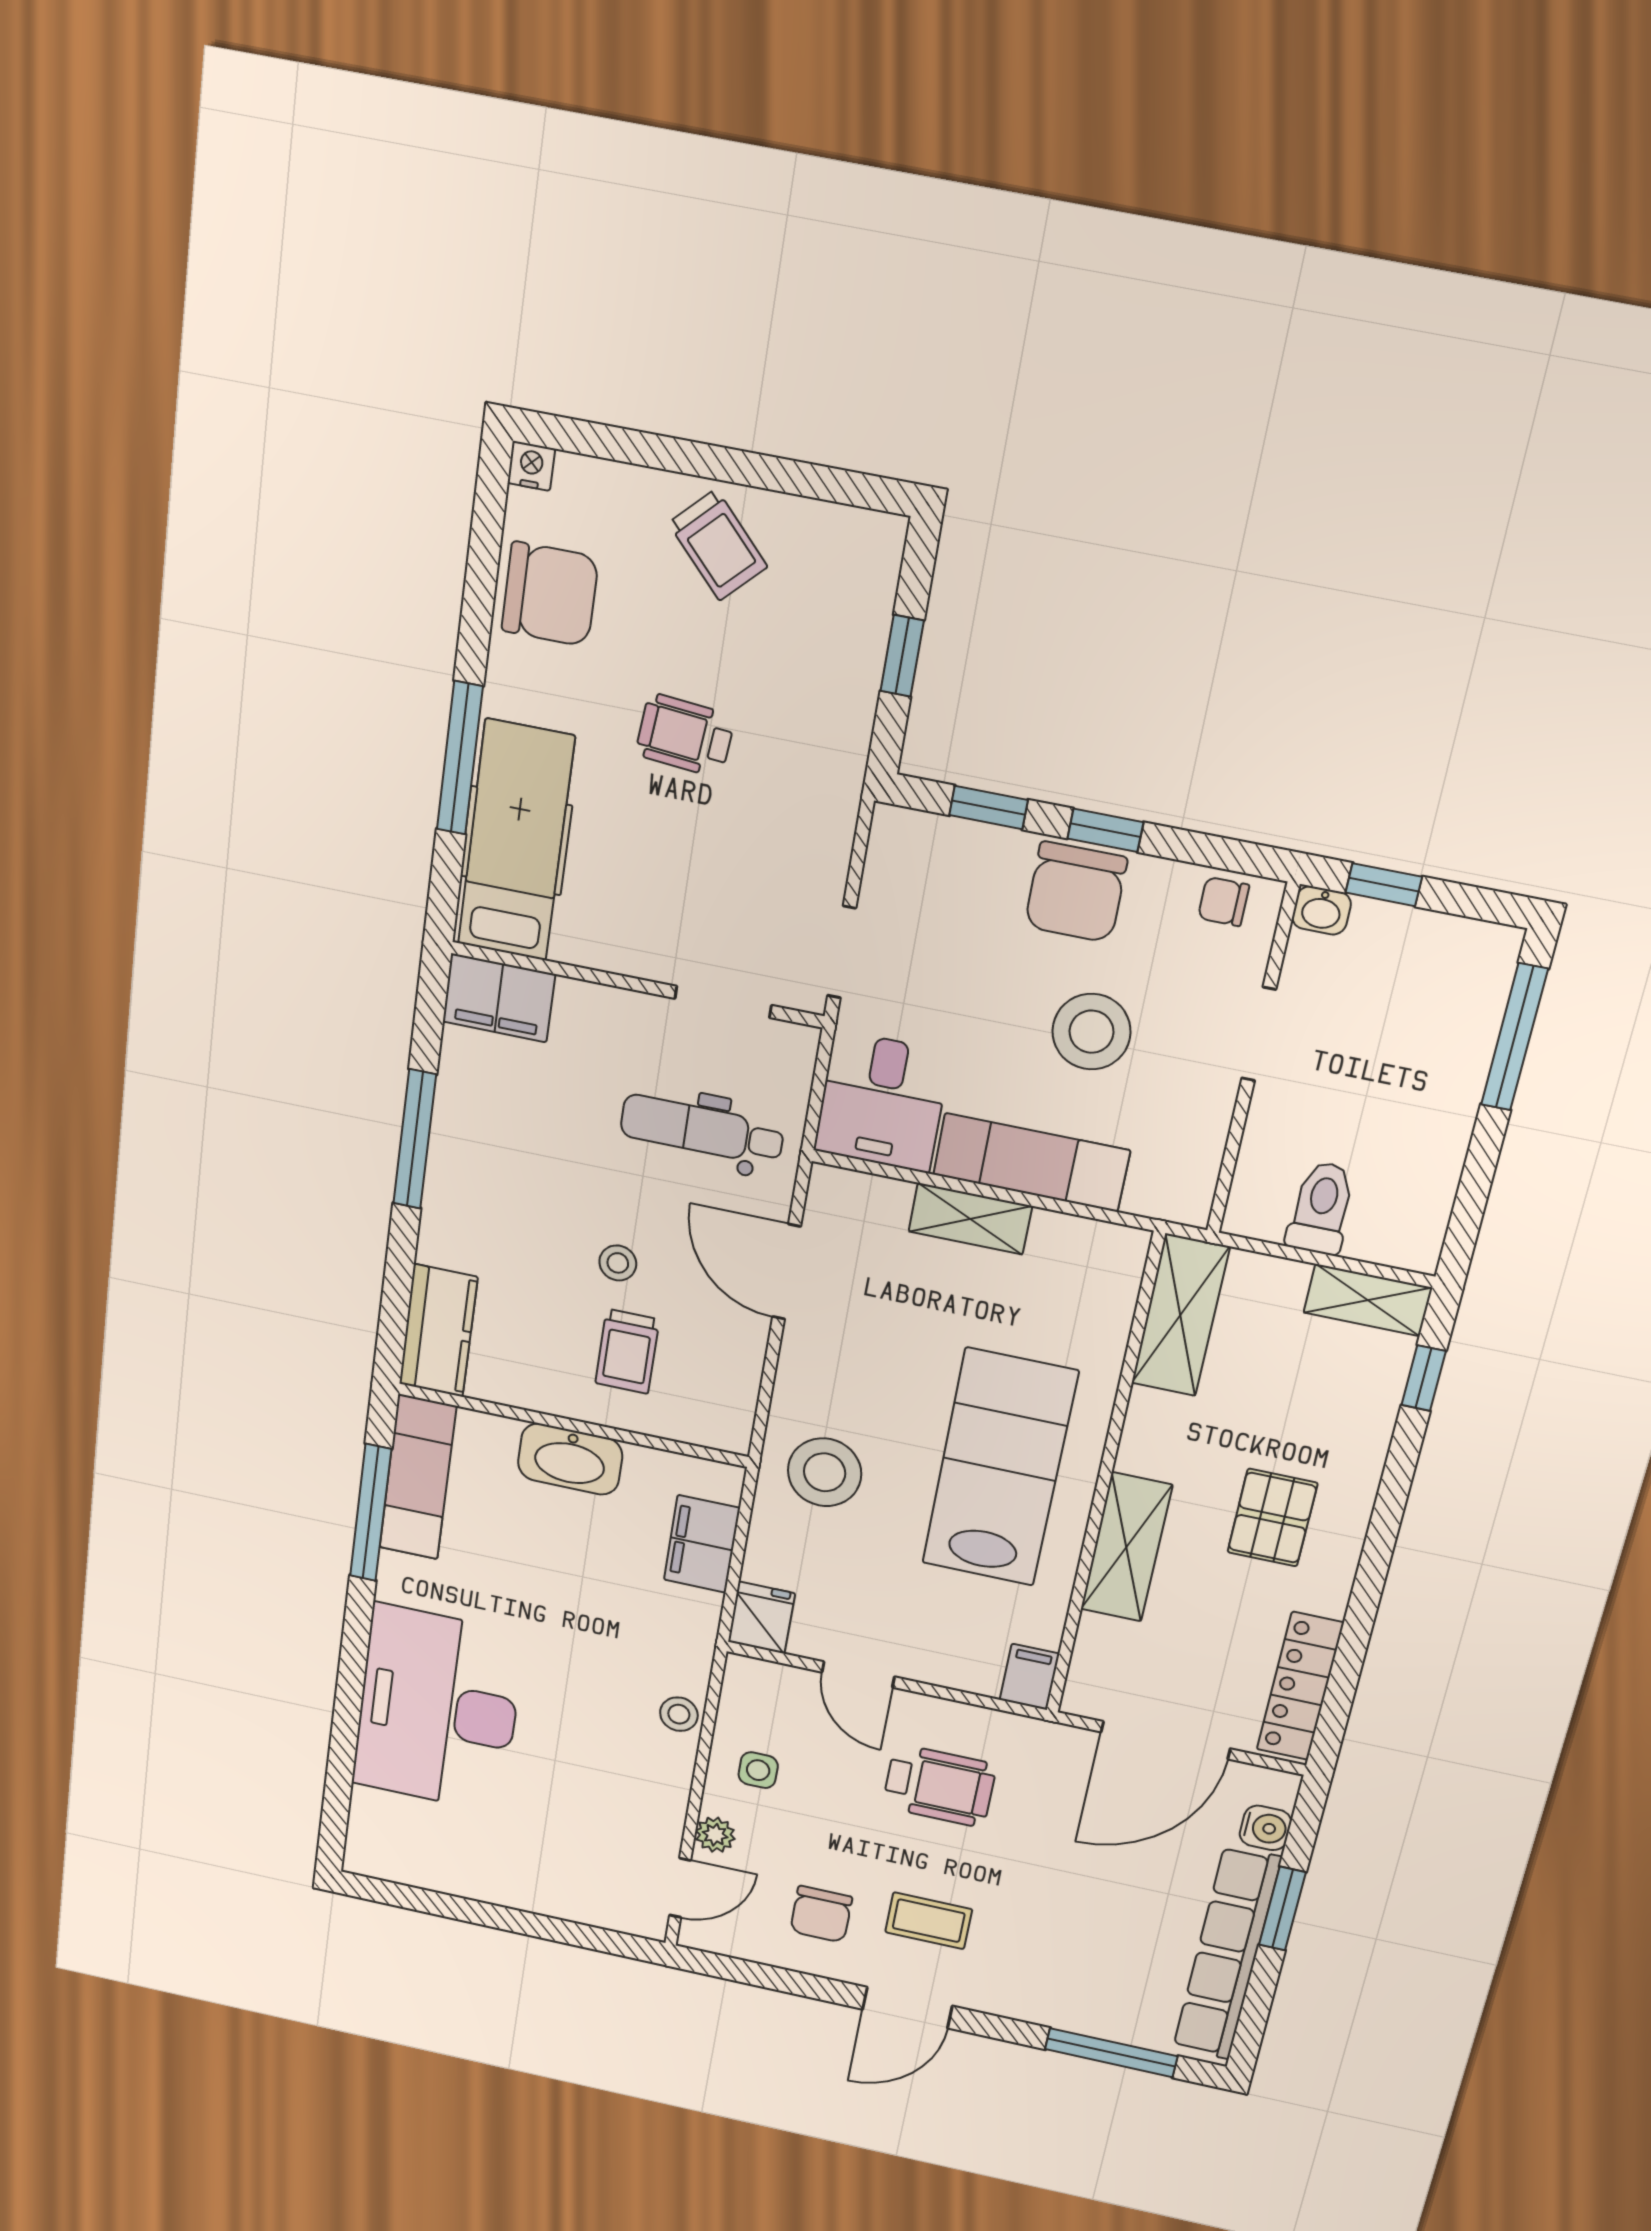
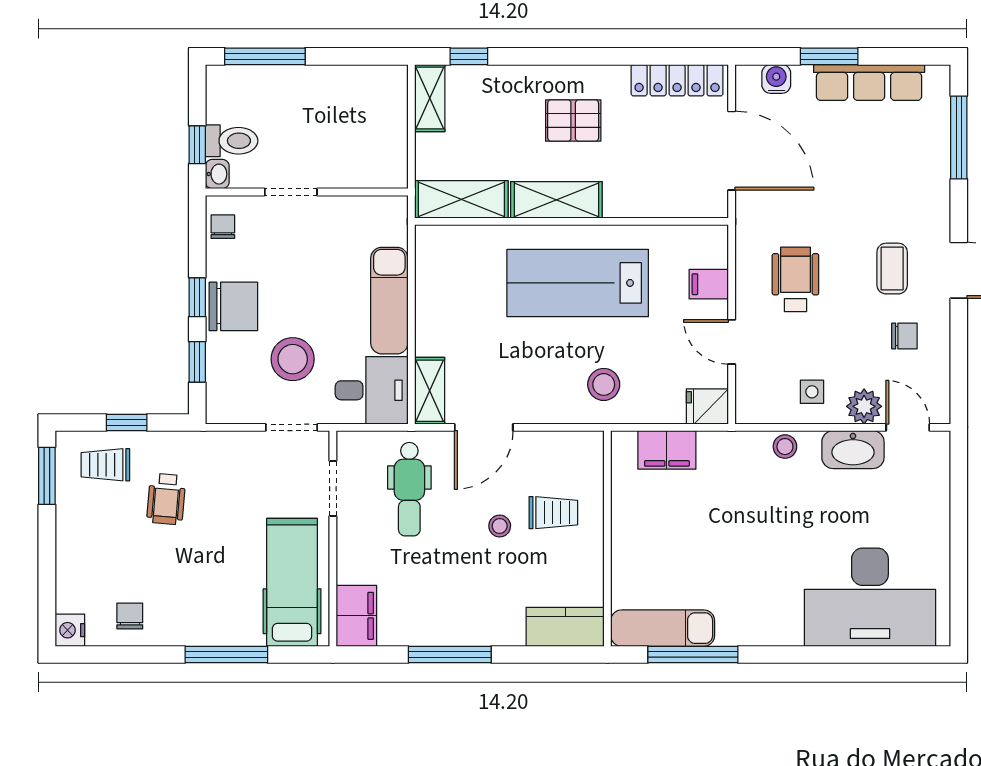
nightstand: (531, 466) -> (70, 630), width x1.39, depth x1.35
window: (829, 484) -> (47, 476), added
trolley: (718, 545) -> (105, 465), moved, turned -136
chair: (550, 594) -> (130, 616), width x0.54, depth x0.54
wheelchair: (685, 735) -> (166, 499), moved
hospital bed: (516, 841) -> (292, 582), moved, turned 90
chair: (1224, 902) -> (223, 227), turned 180
stool: (1091, 1032) -> (293, 359), moved
toilet: (1321, 1208) -> (232, 141), moved, turned 180
shelving: (970, 1219) -> (430, 391), moved
washbasin: (570, 1459) -> (853, 450), moved, turned 90
stool: (825, 1472) -> (604, 384), width x0.73, depth x0.73
shelving: (1126, 1547) -> (556, 200), moved
door: (858, 1674) -> (732, 342), swing flipped
filing cabinet: (1029, 1677) -> (709, 284), moved
desk: (438, 1709) -> (870, 597), moved
plant: (715, 1835) -> (864, 406), width x1.38, depth x1.38
chair: (821, 1914) -> (904, 336), width x0.73, depth x0.73
row of seats: (1227, 1953) -> (869, 82), width x0.73

